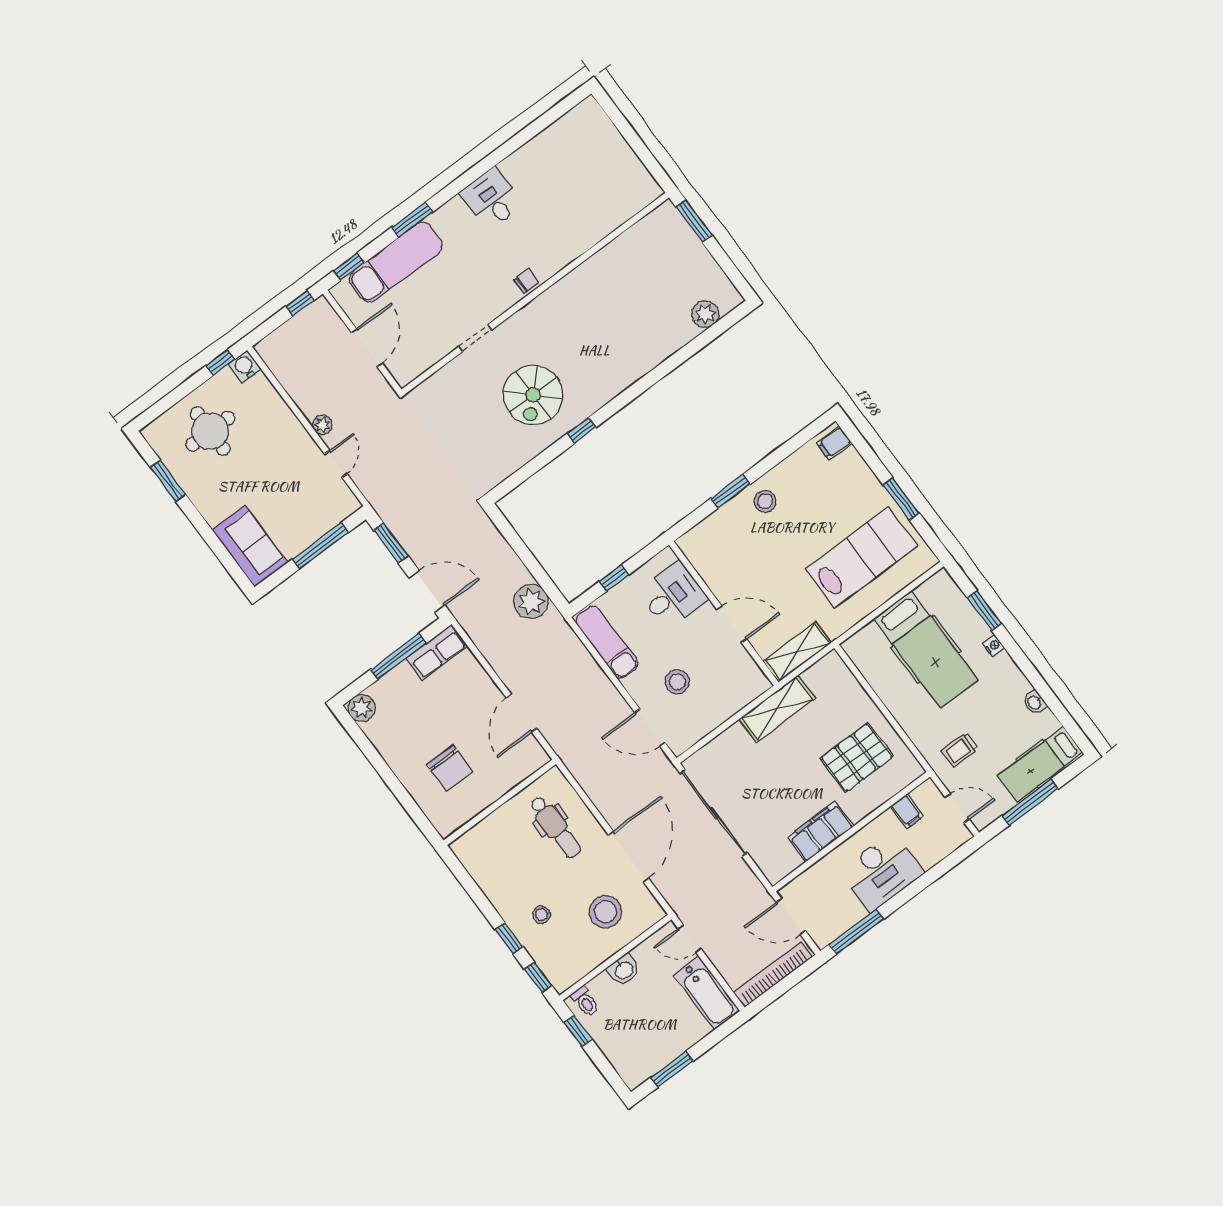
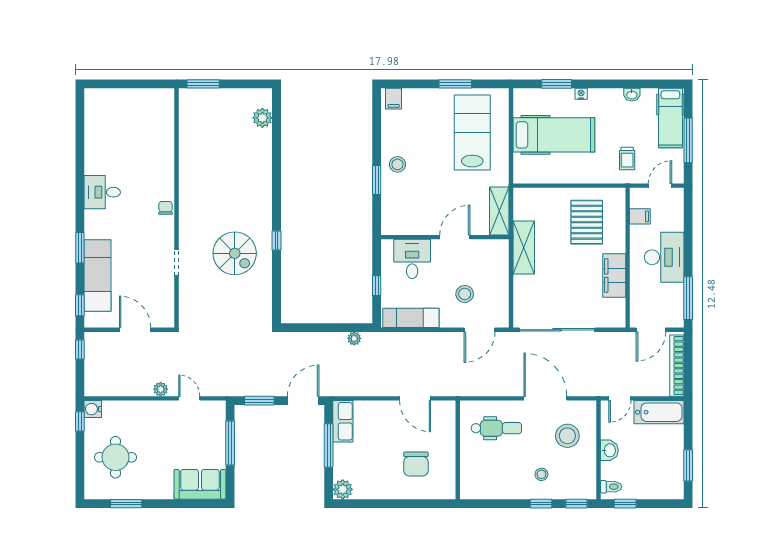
plant: (531, 601) -> (354, 338), width x0.53, depth x0.53
chair: (450, 768) -> (416, 464), turned 90

